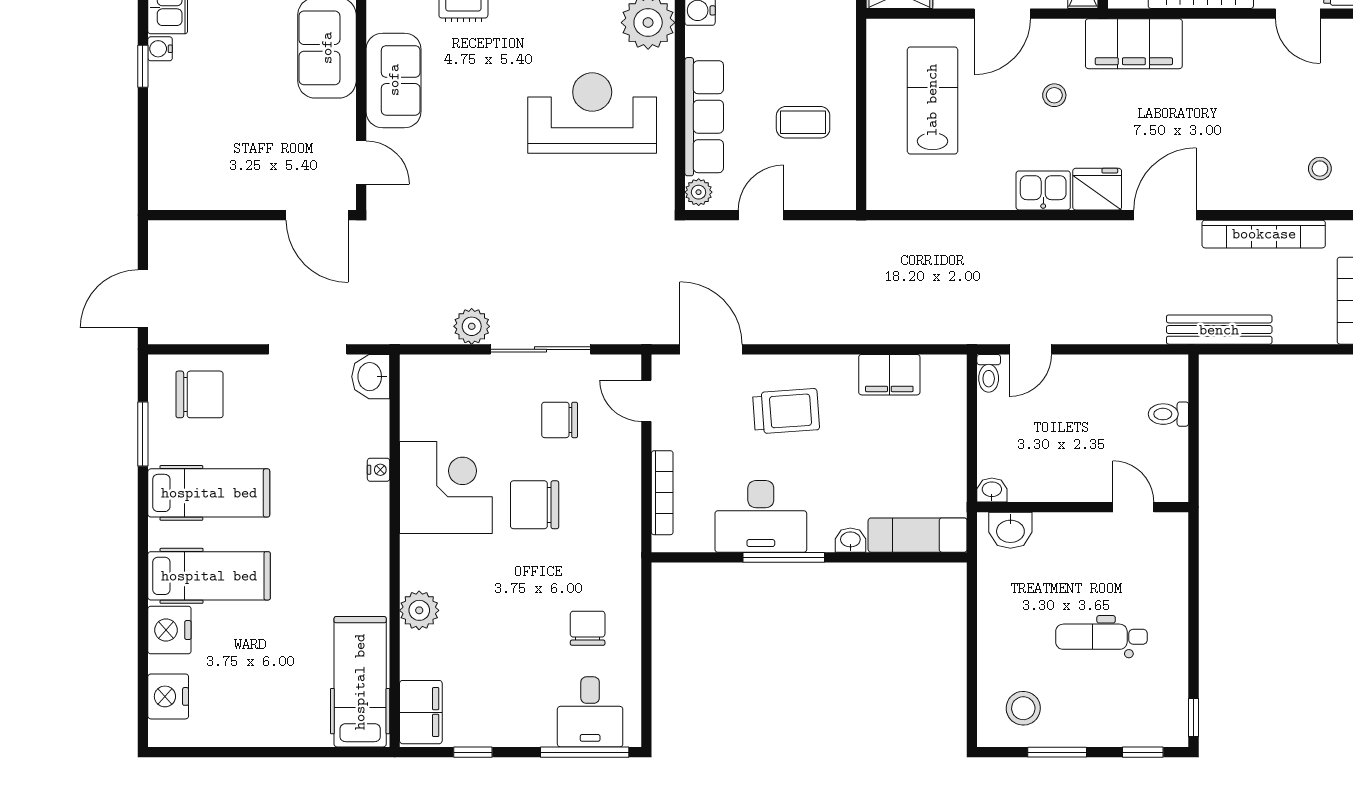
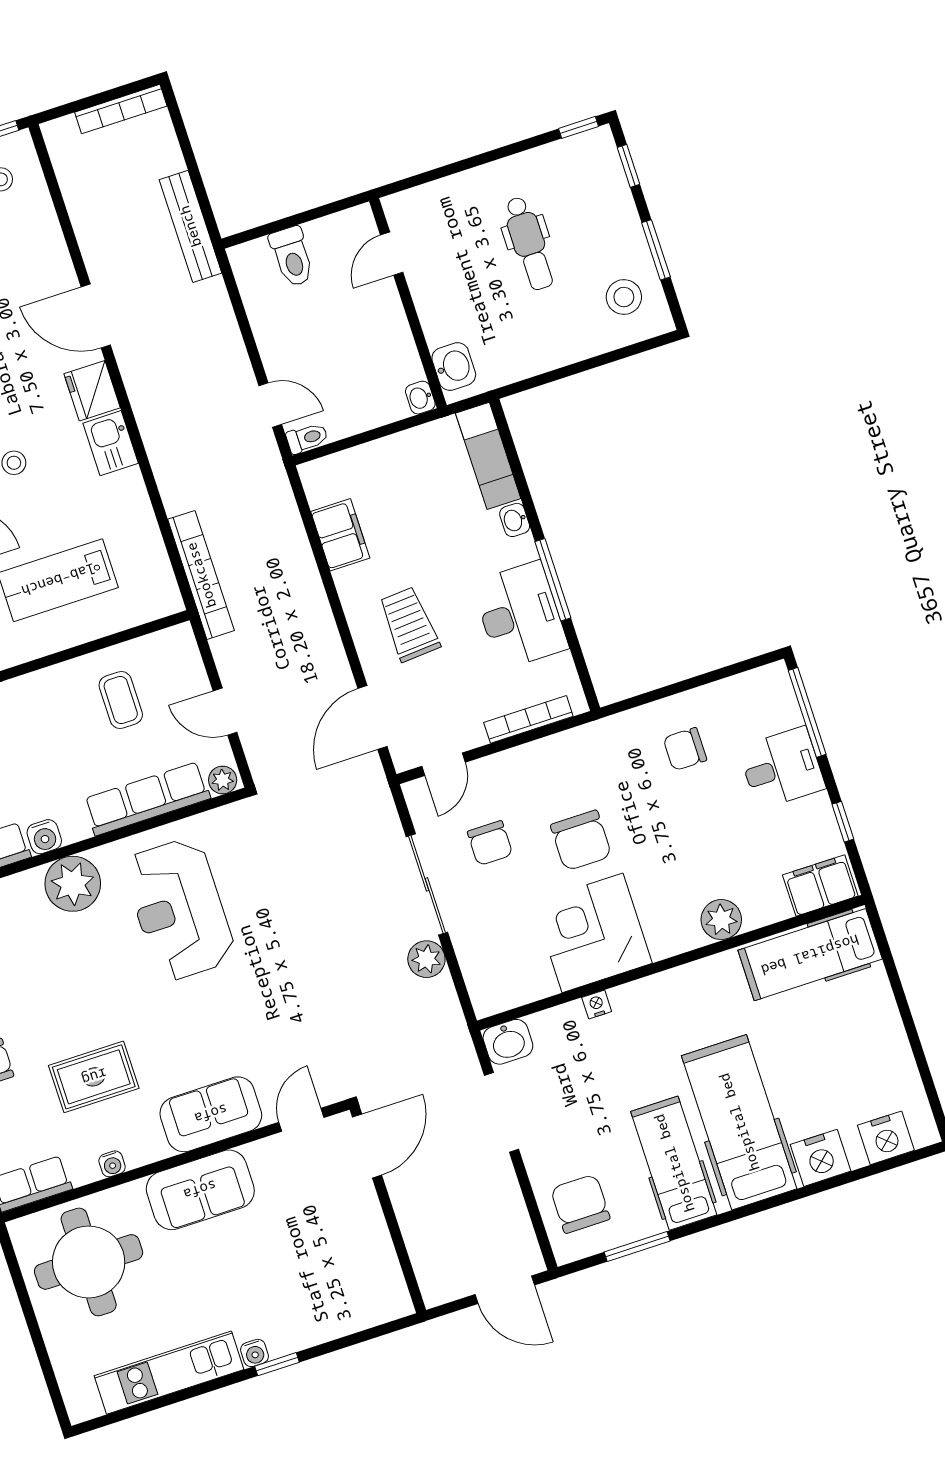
bookcase: (1264, 234) -> (201, 575), moved
toilet: (1168, 414) -> (292, 257), width x1.37, depth x1.39
hospital bed: (209, 576) -> (739, 1122), width x1.37, depth x1.29
desk: (590, 712) -> (782, 768), moved

